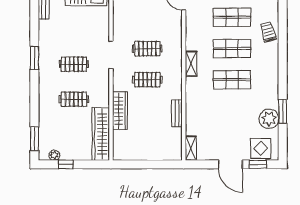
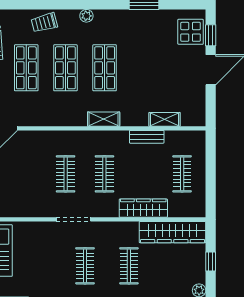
shelving: (191, 64) -> (104, 119), moved
plant: (269, 119) -> (86, 16), moved, width x0.53, depth x0.53
clothes rail: (147, 142) -> (182, 174), added
shelving: (191, 148) -> (165, 119), moved
window: (66, 164) -> (211, 262), moved

